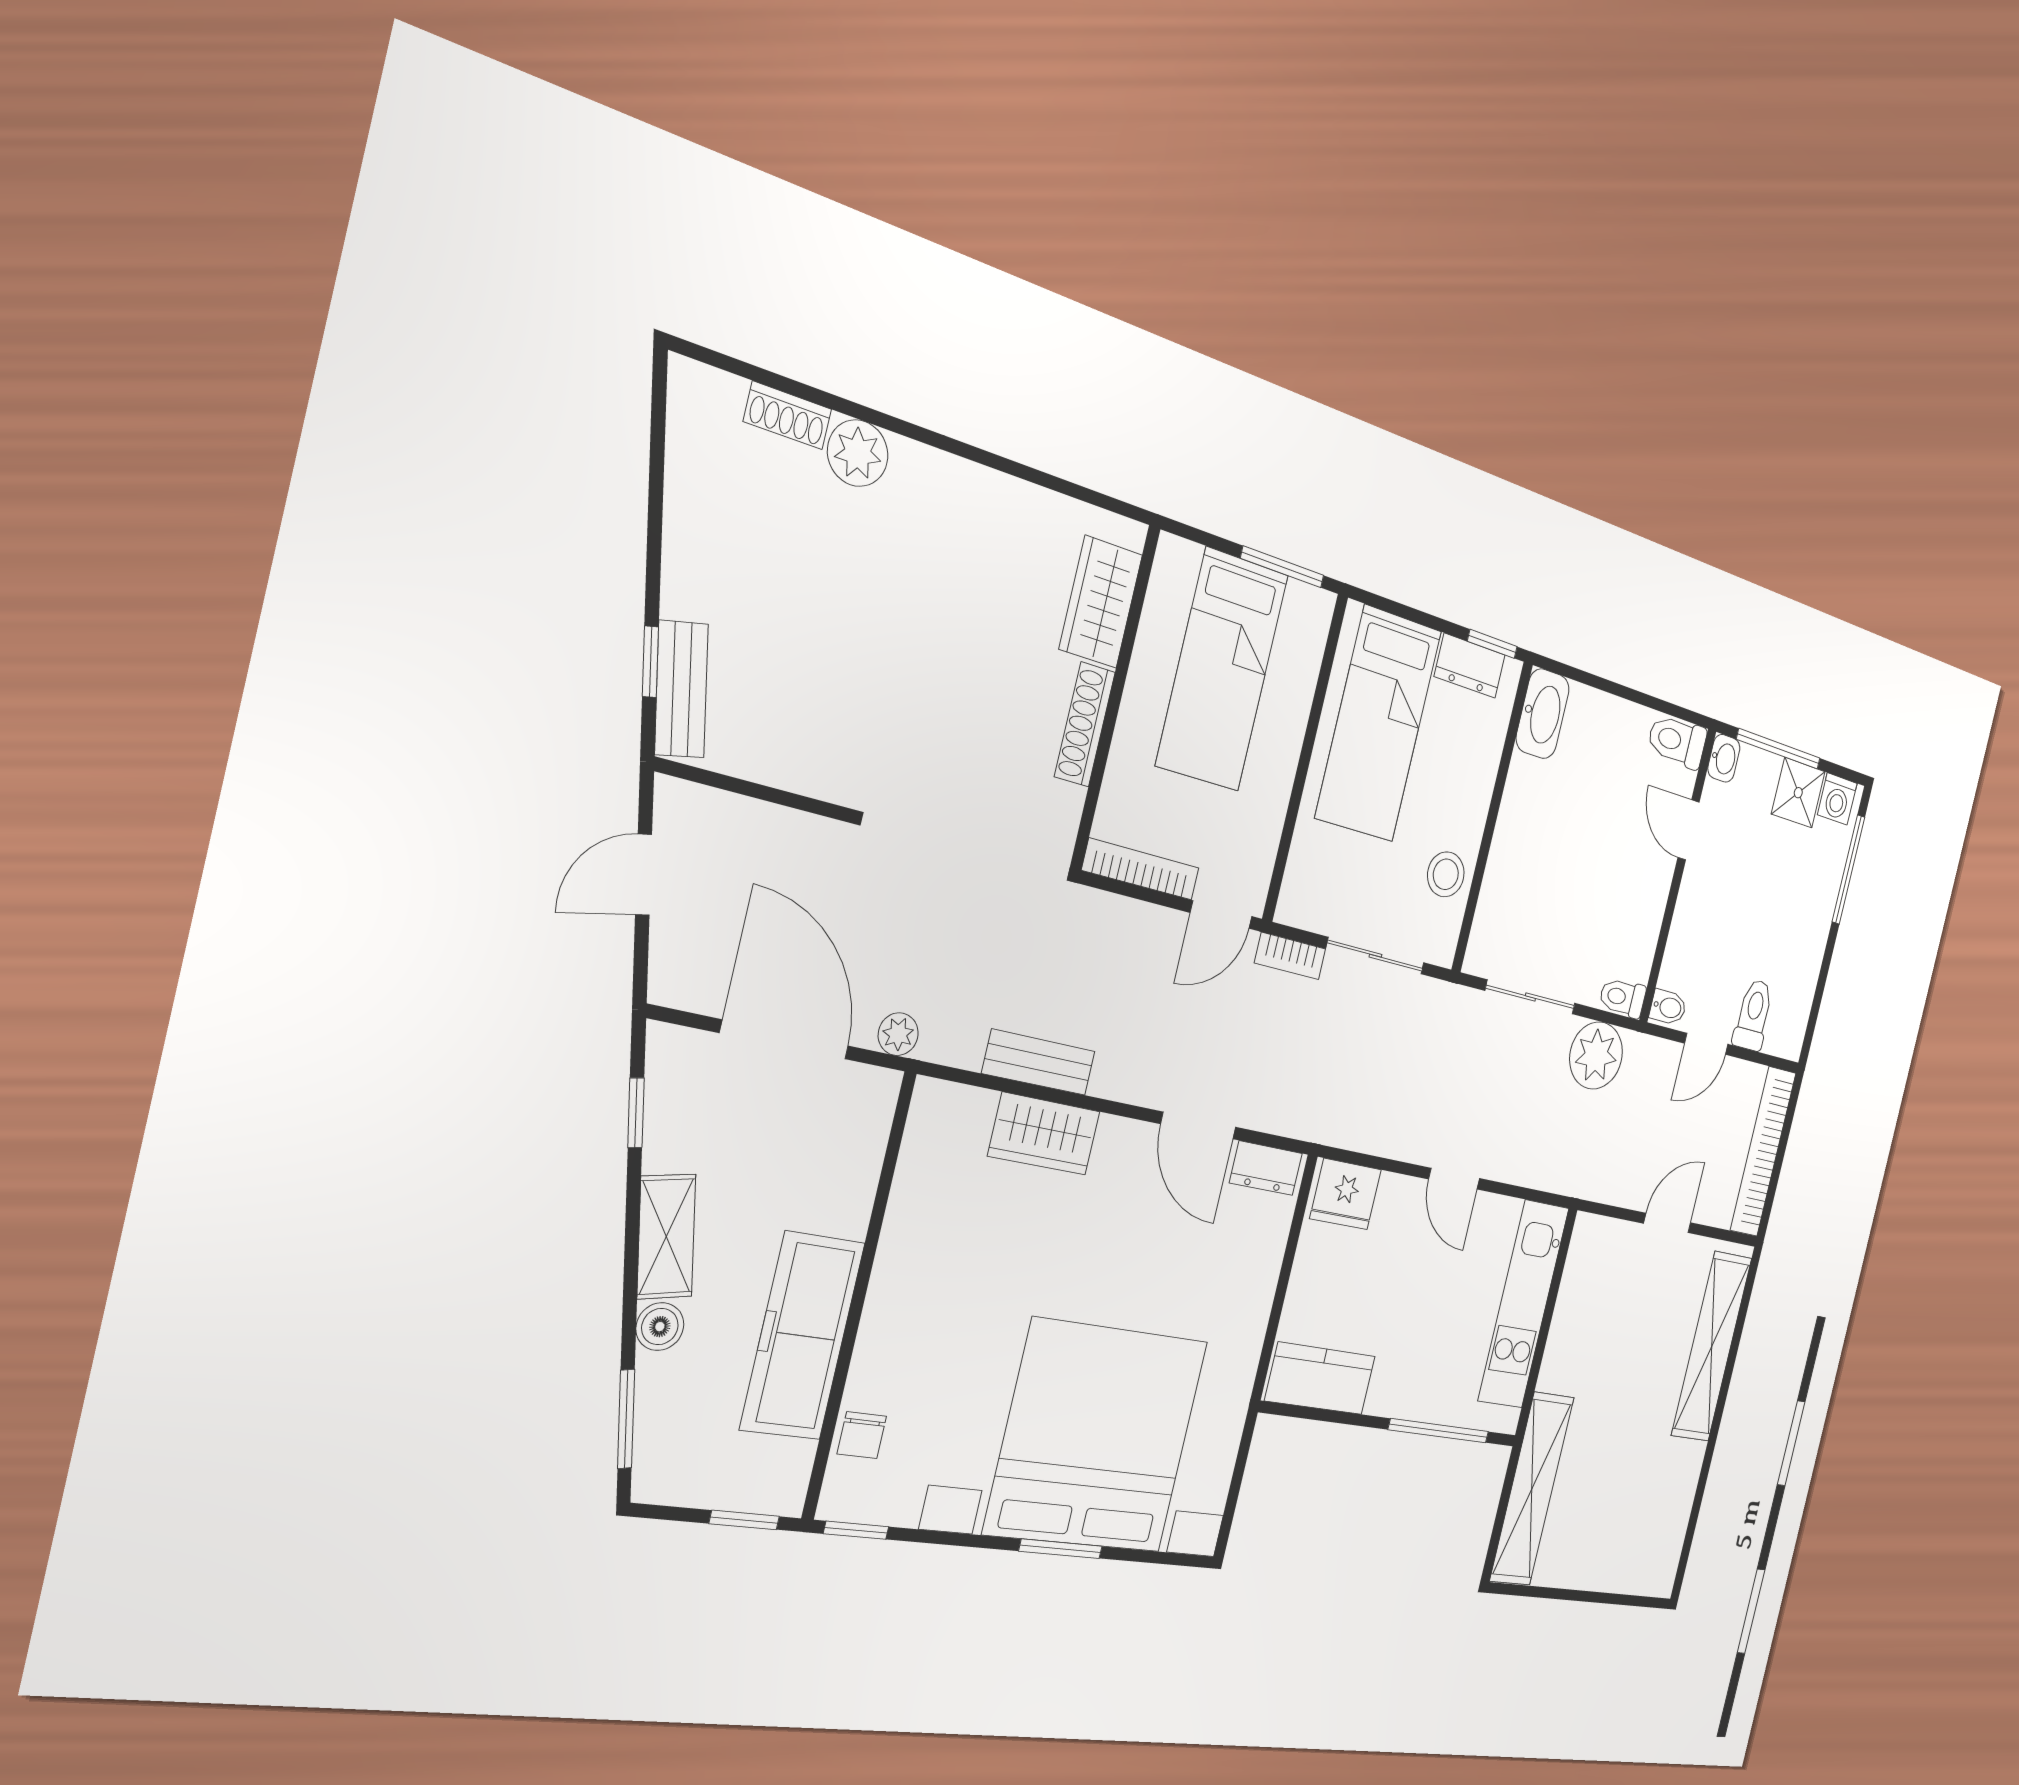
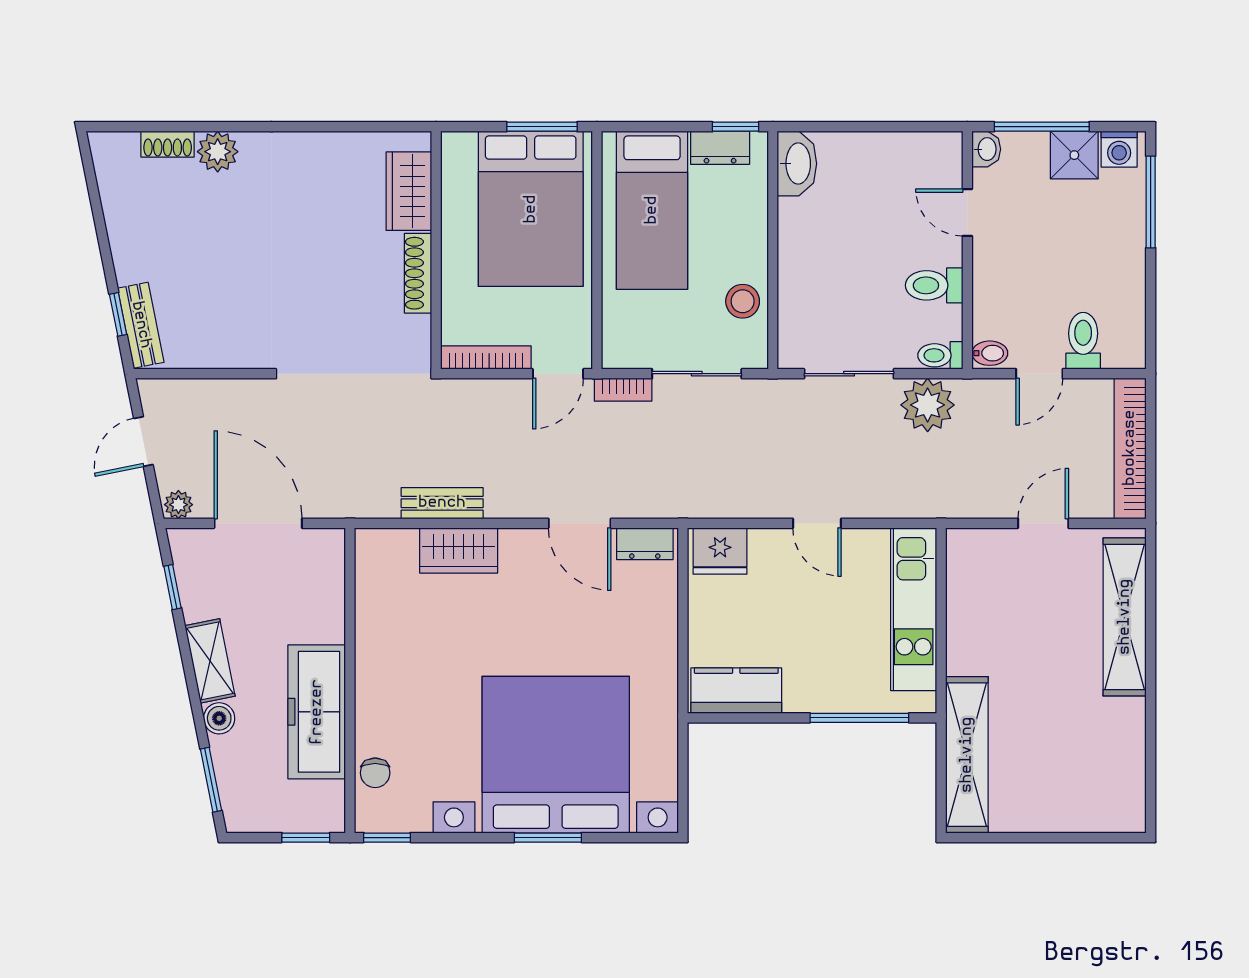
bed: (1222, 670) -> (531, 209), width x1.50
toilet: (1677, 741) -> (934, 285), moved
plant: (898, 1034) -> (178, 505), moved

